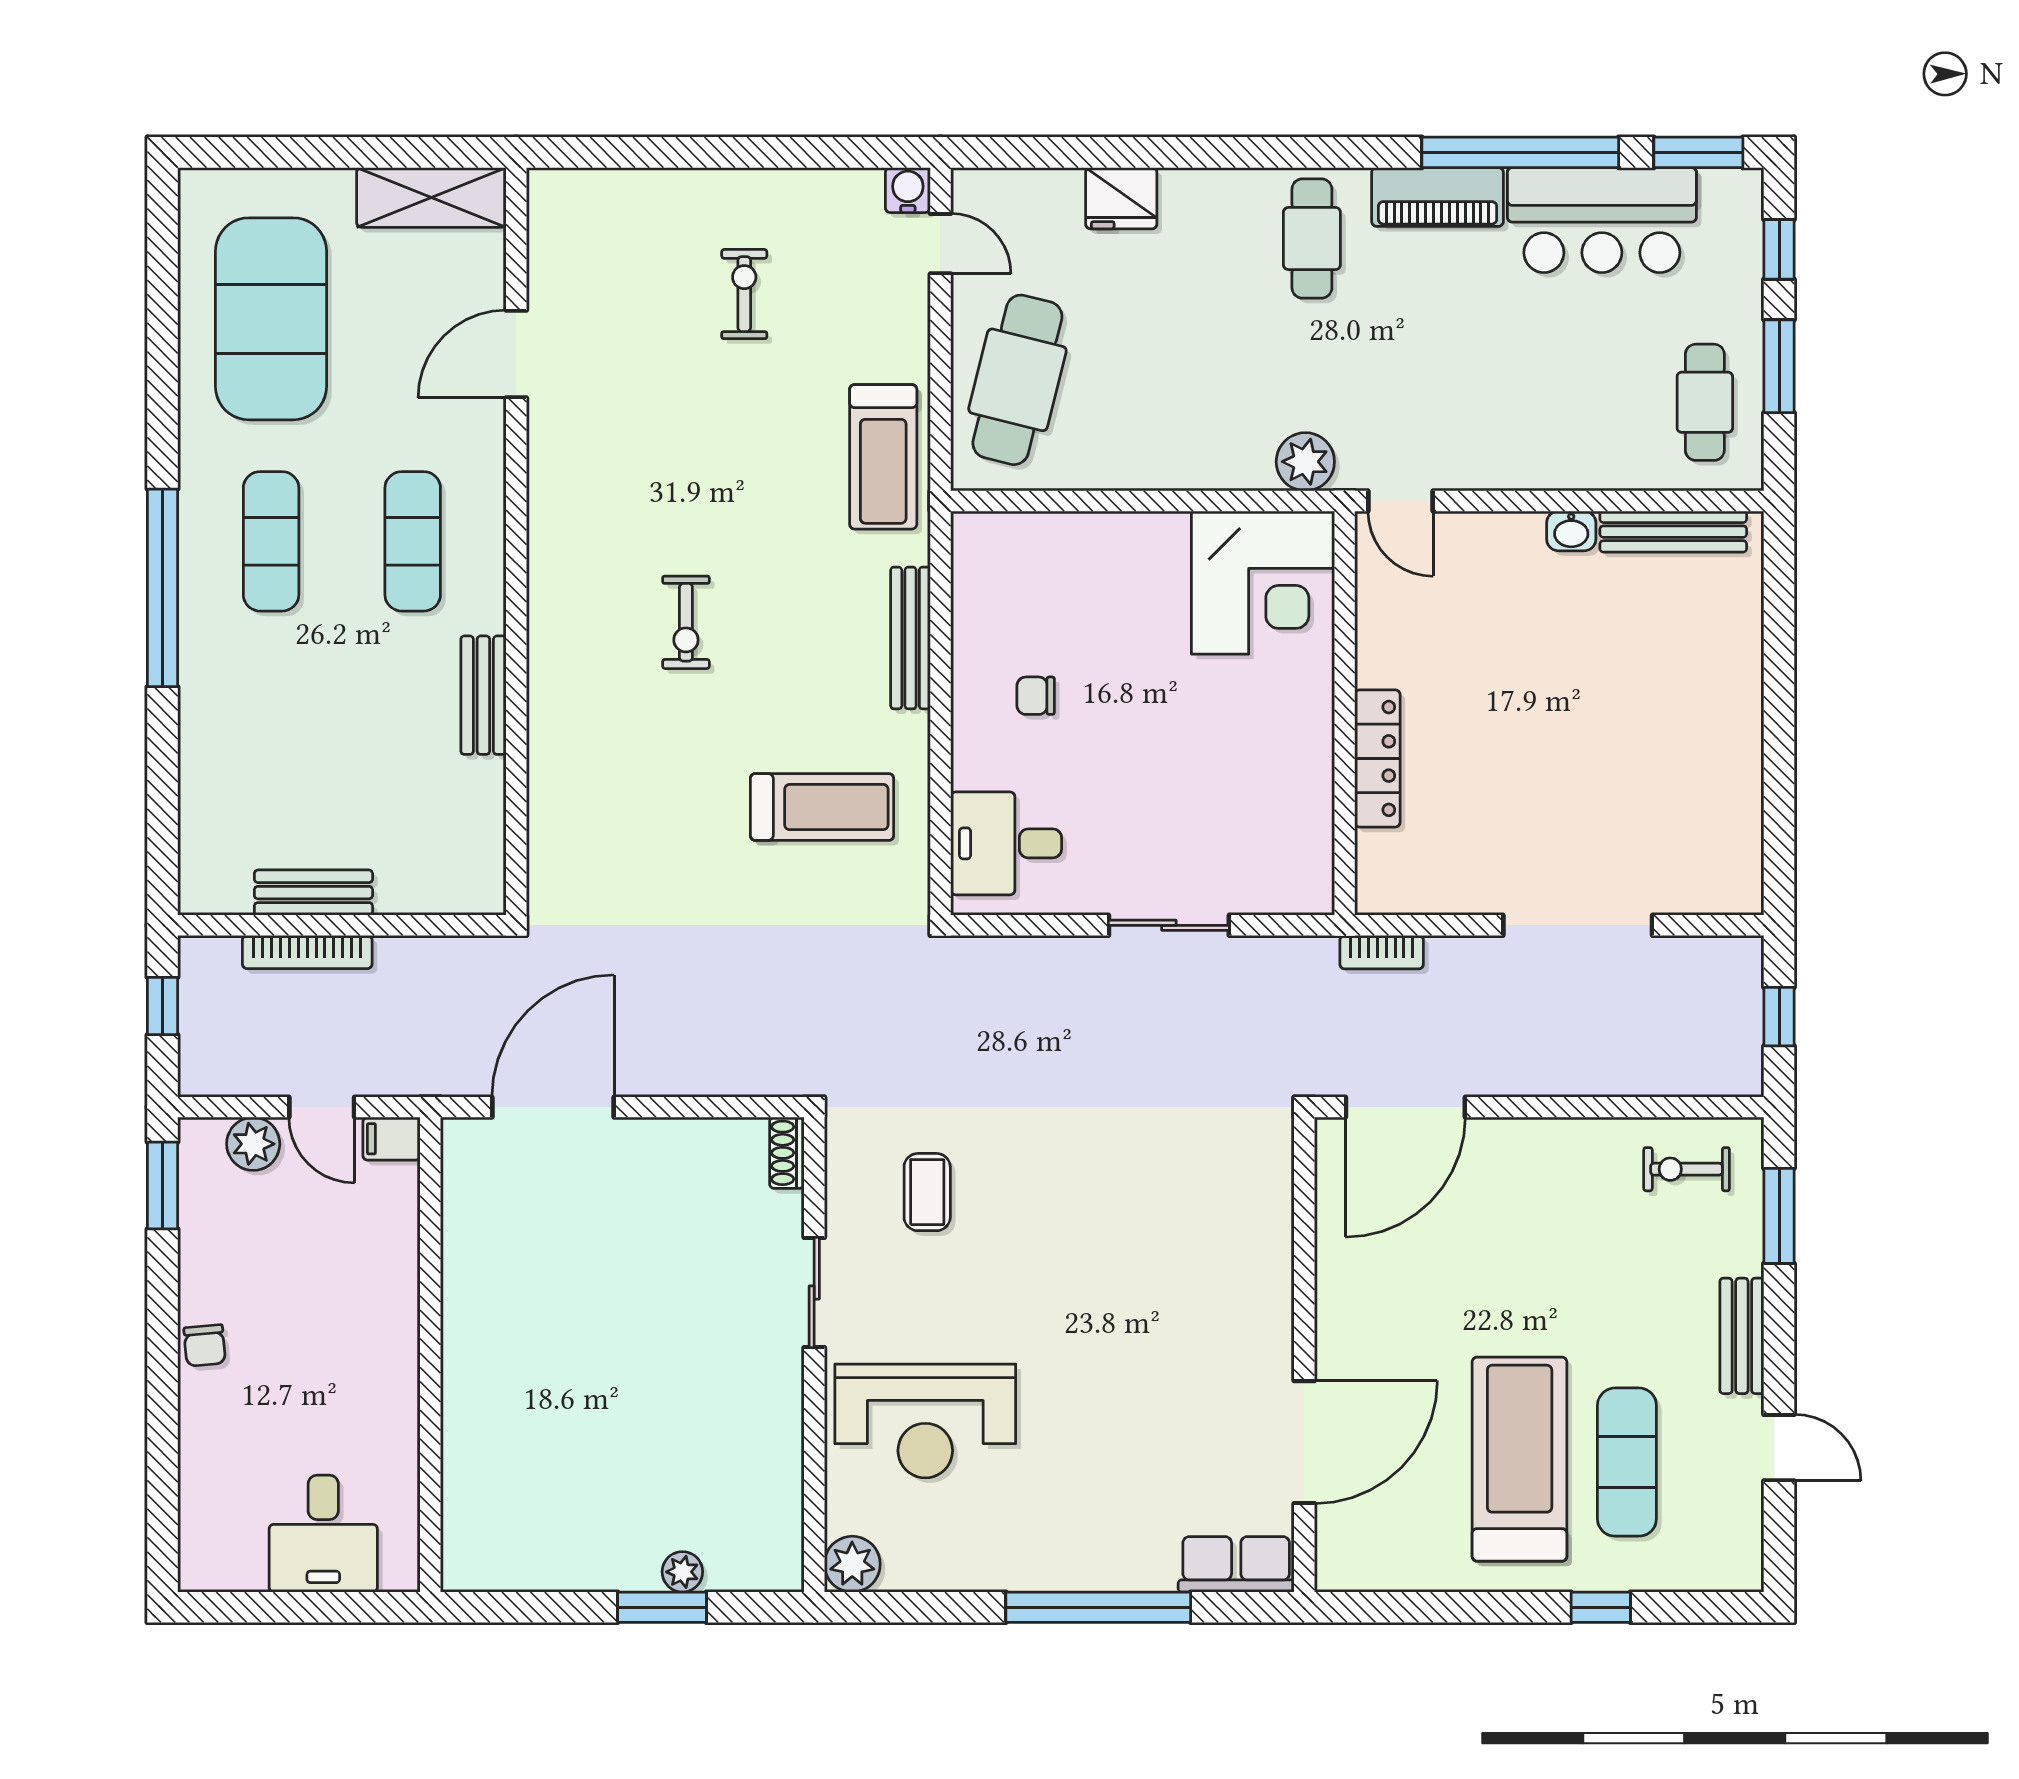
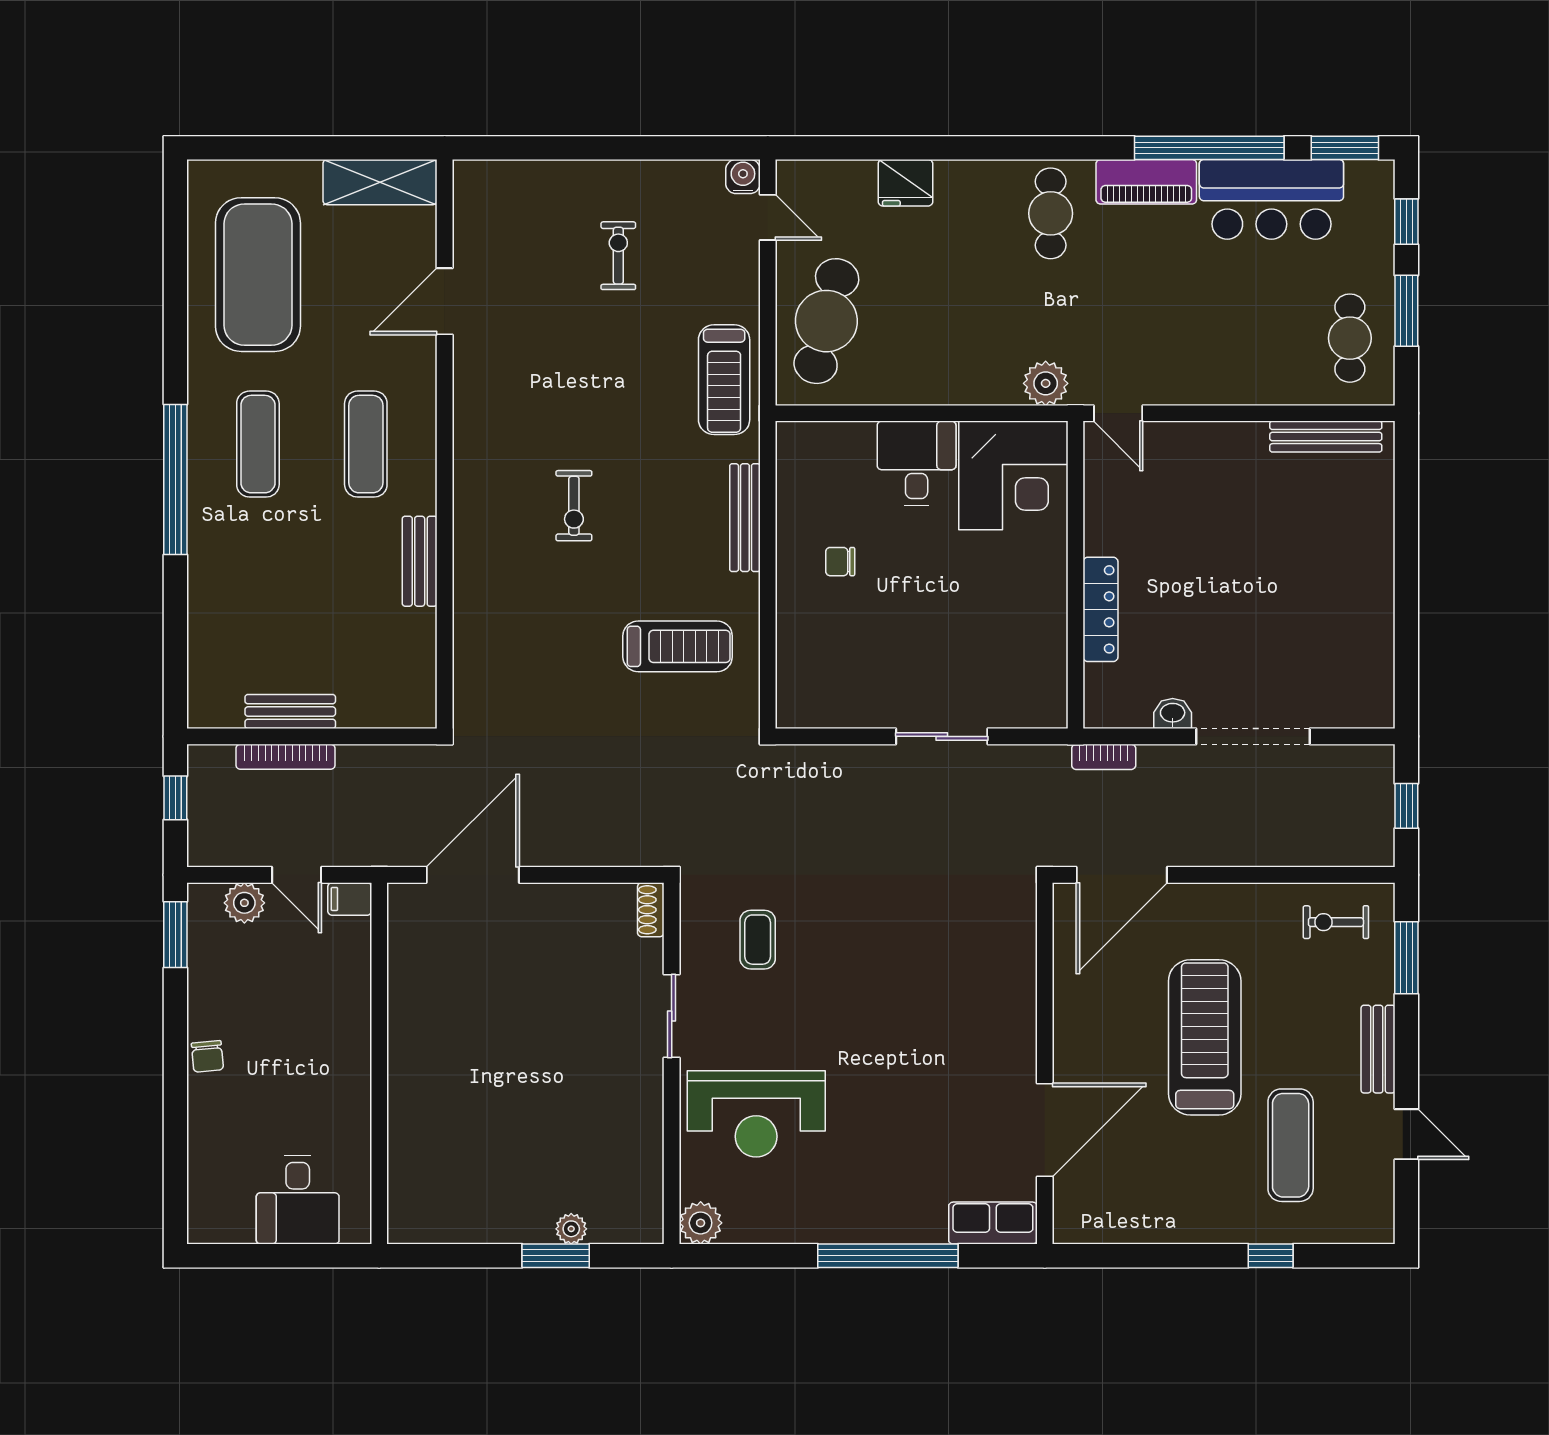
washbasin: (1571, 531) -> (1173, 714), moved, turned 180
desk: (1006, 843) -> (917, 463), moved, turned 90
treadmill: (1520, 1459) -> (1205, 1037), moved

